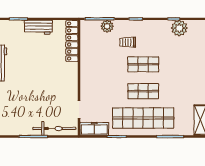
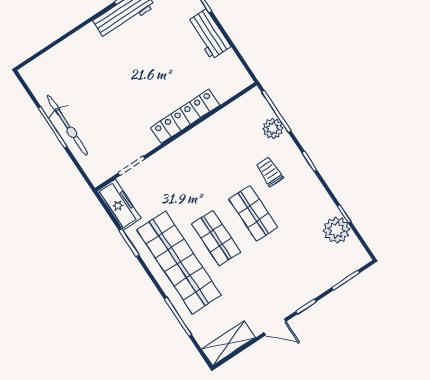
locker: (72, 41) -> (185, 116), moved
bicycle: (54, 128) -> (67, 125), moved

